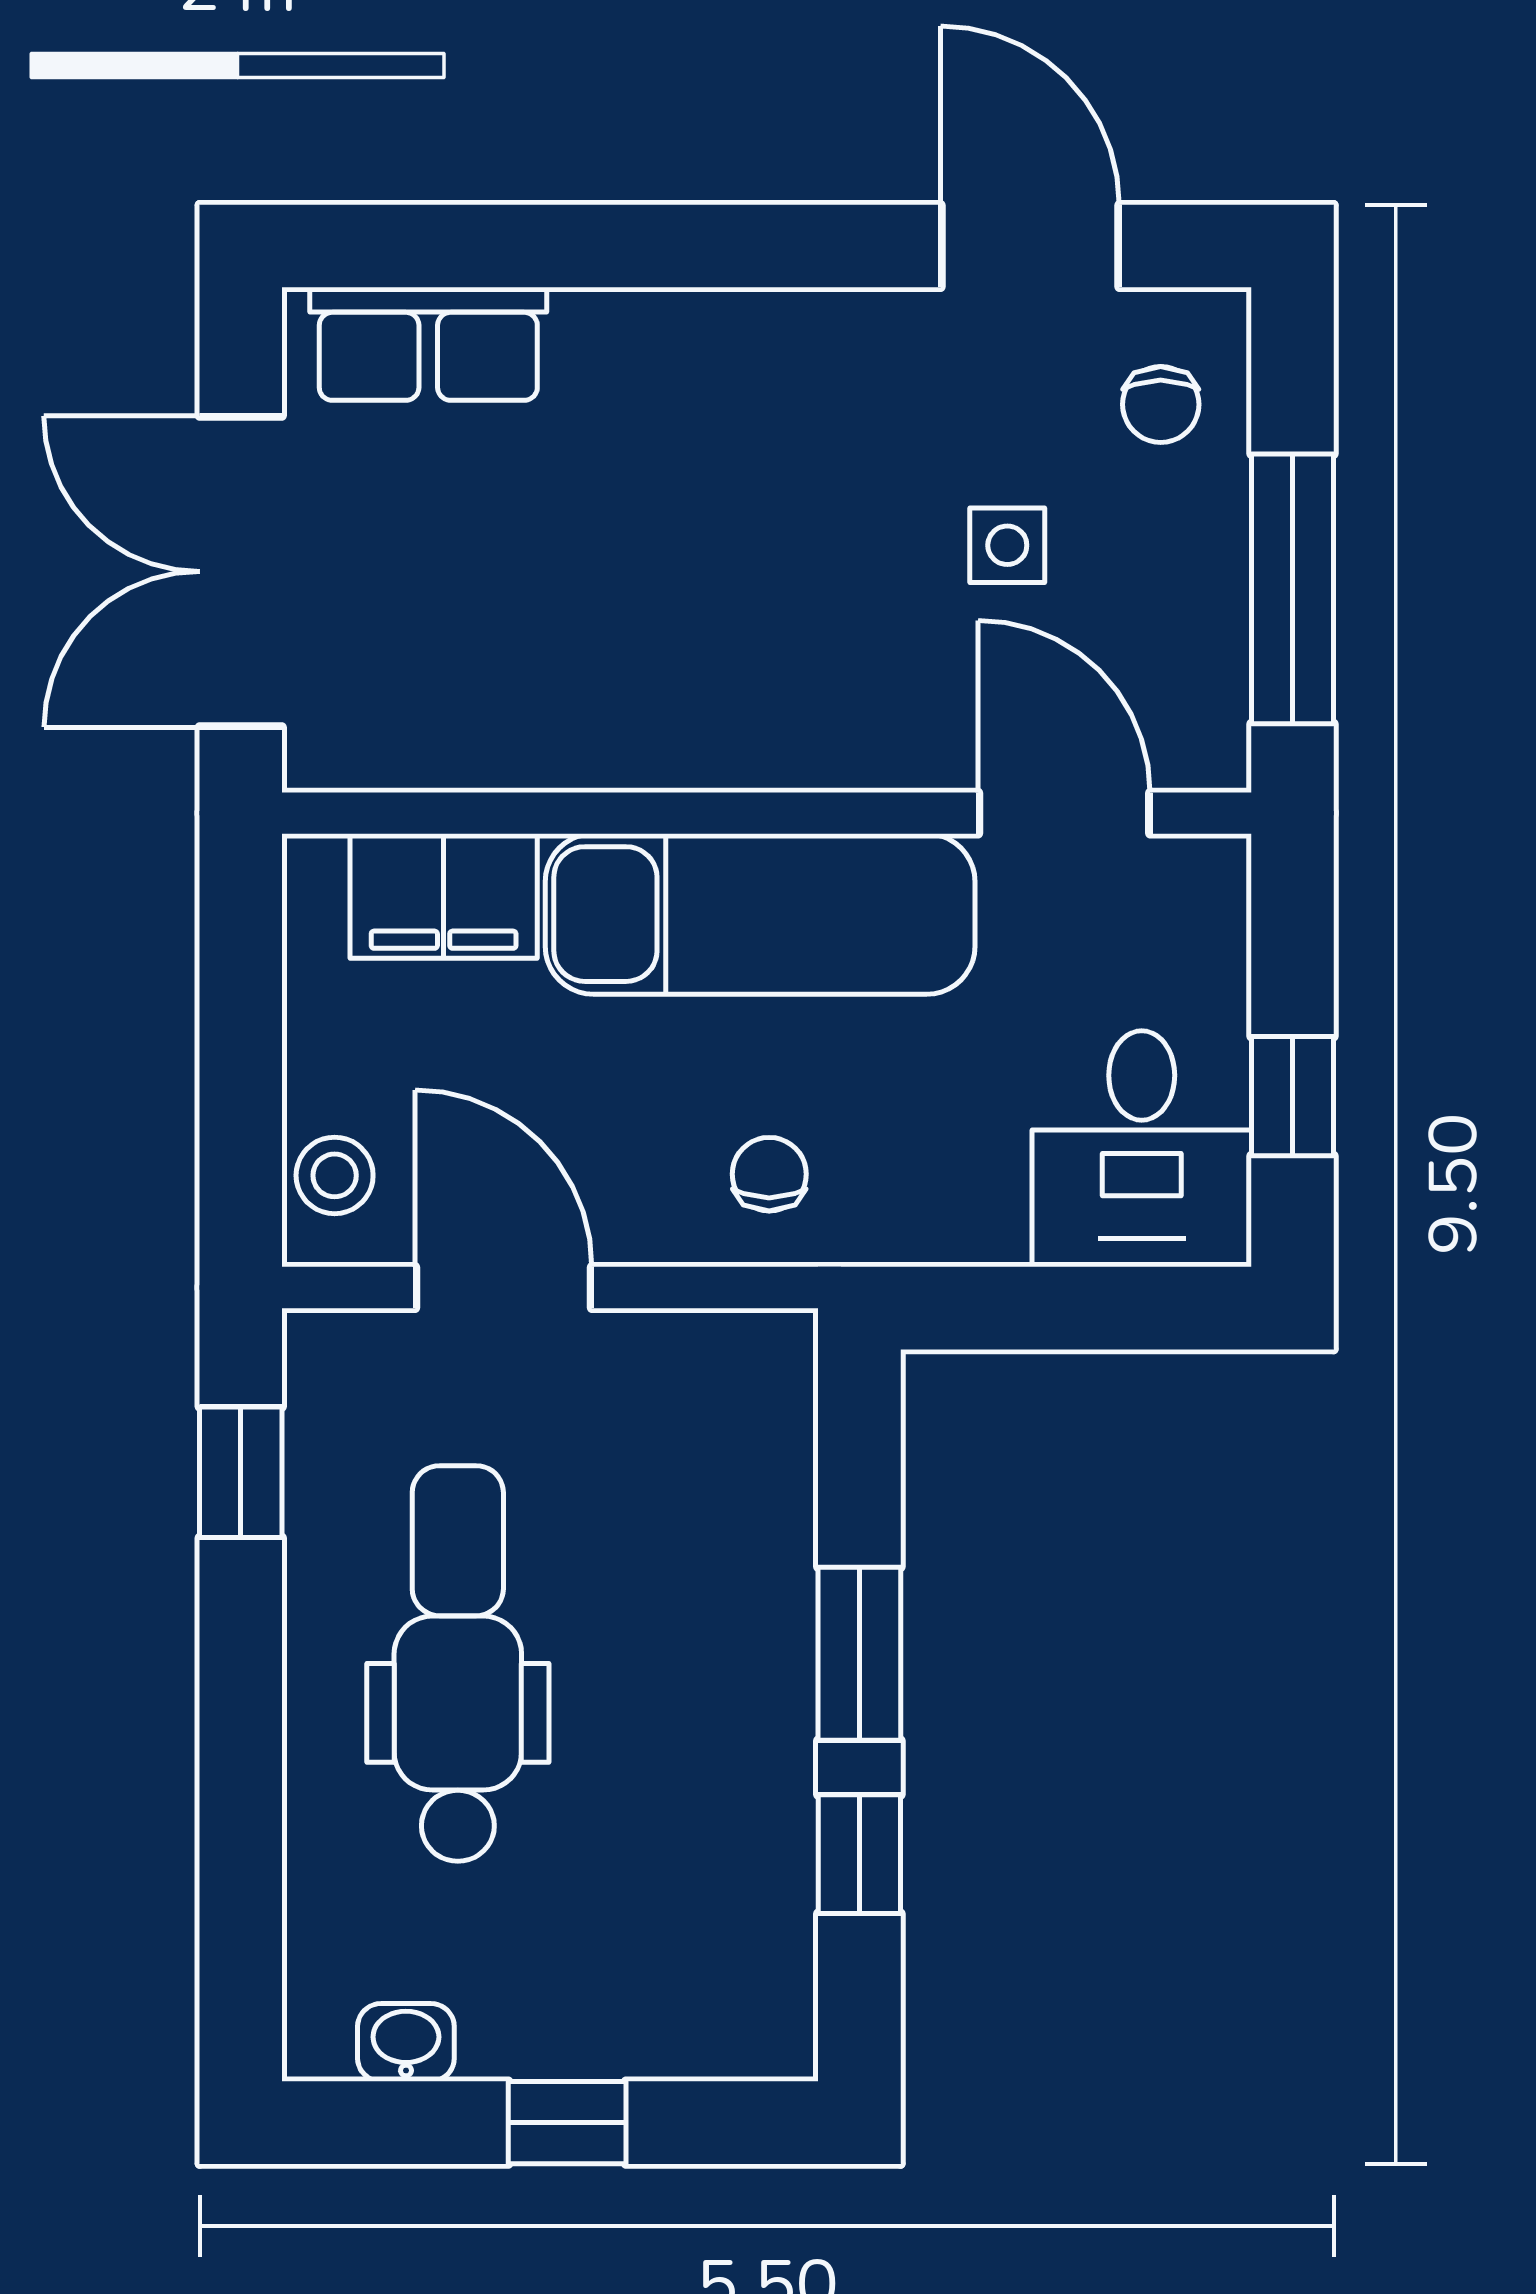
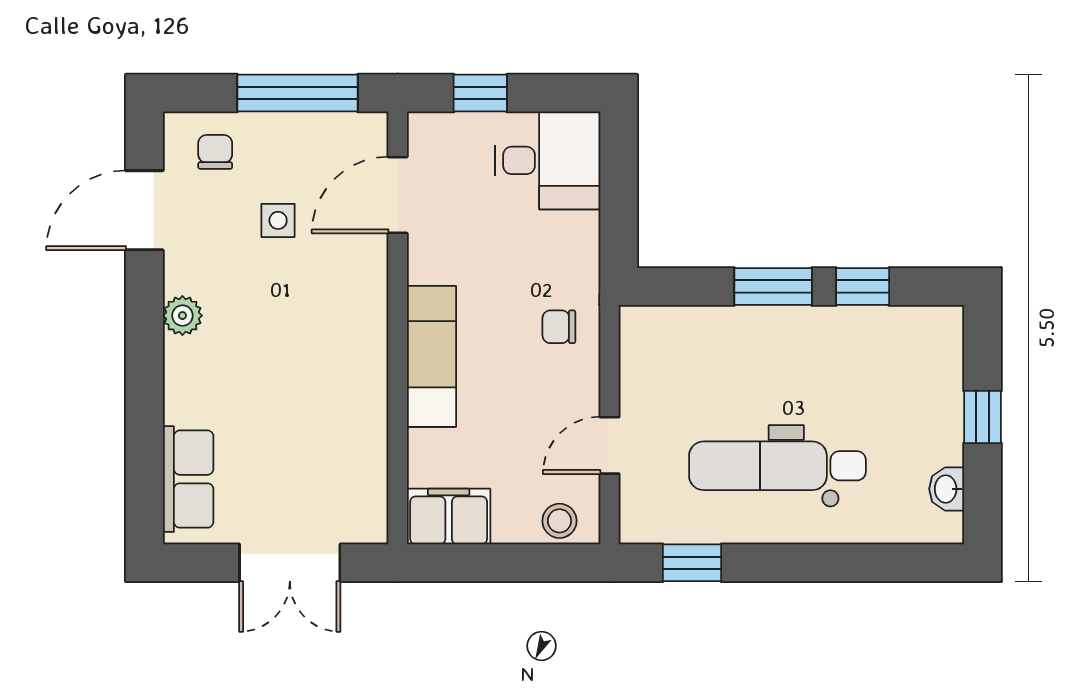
plant: (794, 331) -> (182, 316), added
chair: (1161, 404) -> (215, 152), turned -90
double door: (241, 572) -> (290, 563), width x0.73
filing cabinet: (444, 896) -> (449, 517), moved, turned -90
exam couch: (760, 914) -> (432, 356), width x0.73, depth x0.69
window: (1293, 1096) -> (480, 93), moved
door: (504, 1287) -> (609, 445), width x0.73

